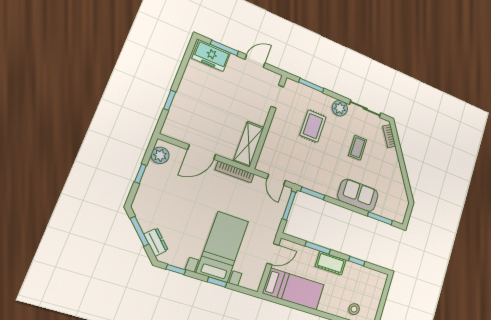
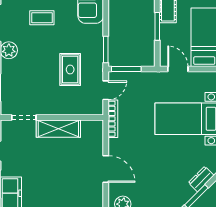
rug: (313, 126) -> (70, 70), moved, turned 90
shelving: (249, 144) -> (58, 129), moved
bookcase: (235, 172) -> (113, 119), moved

